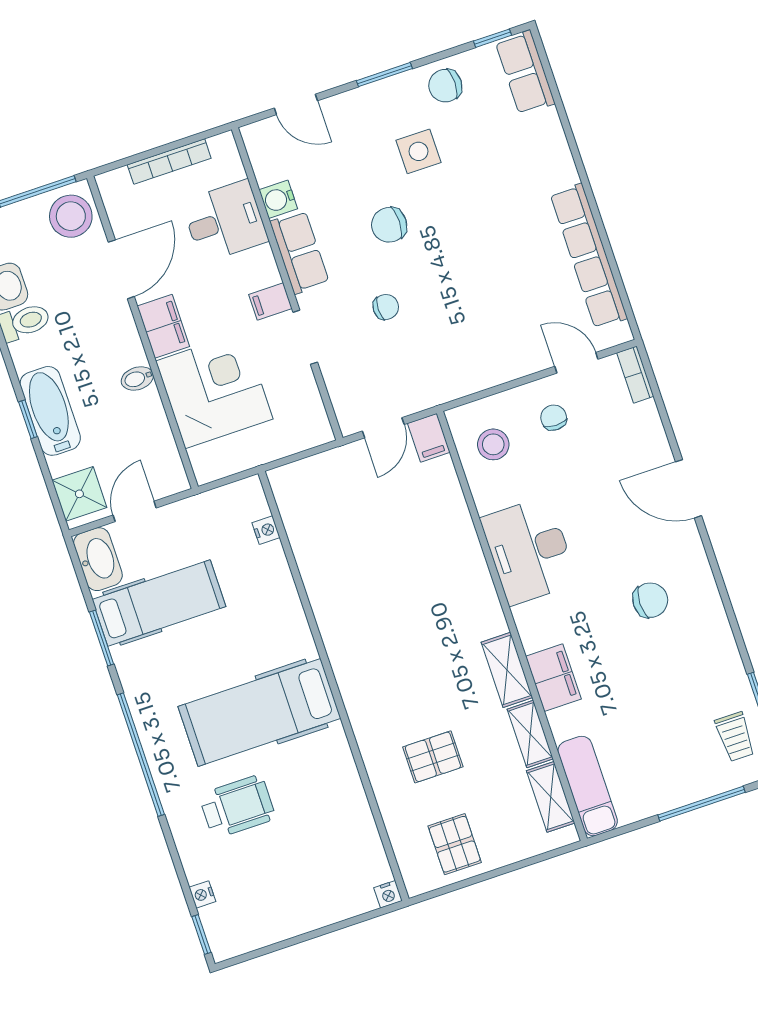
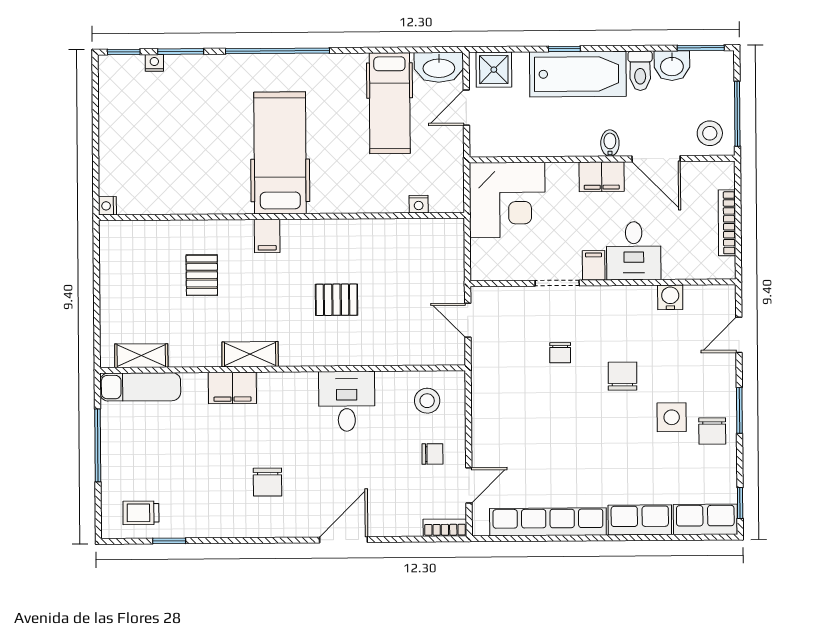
chair: (445, 86) -> (712, 431), moved, turned 180
stool: (71, 216) -> (710, 133), width x0.73, depth x0.73
desk: (225, 221) -> (634, 251), moved
row of seats: (300, 252) -> (640, 520), moved, turned 180
bidet: (137, 378) -> (610, 143), moved
corner desk: (214, 390) -> (507, 200), moved
bathtub: (50, 411) -> (578, 74), width x1.36, depth x1.36
filing cabinet: (429, 438) -> (267, 236), moved, turned -90
door: (135, 511) -> (466, 108), swing flipped
desk: (529, 551) -> (347, 401), width x0.73
window: (102, 638) -> (181, 52), moved
shelving: (530, 734) -> (195, 356), removed
window: (702, 804) -> (98, 445), moved
wheelchair: (237, 807) -> (213, 112), removed
pallet: (455, 844) -> (337, 300), moved

